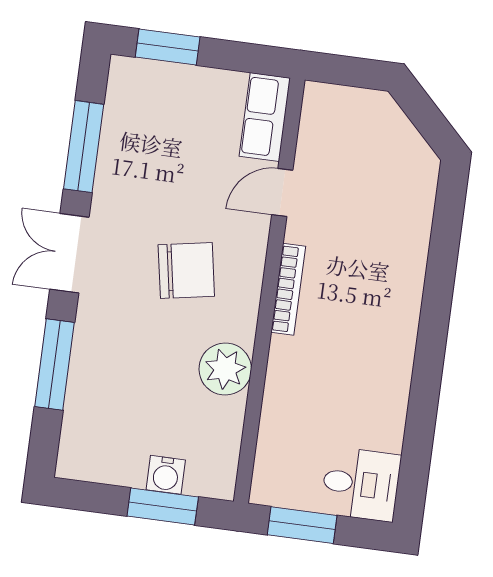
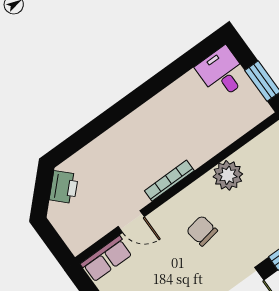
printer: (406, 149) -> (64, 187), added
chair: (186, 270) -> (202, 231), width x0.73, depth x0.73

